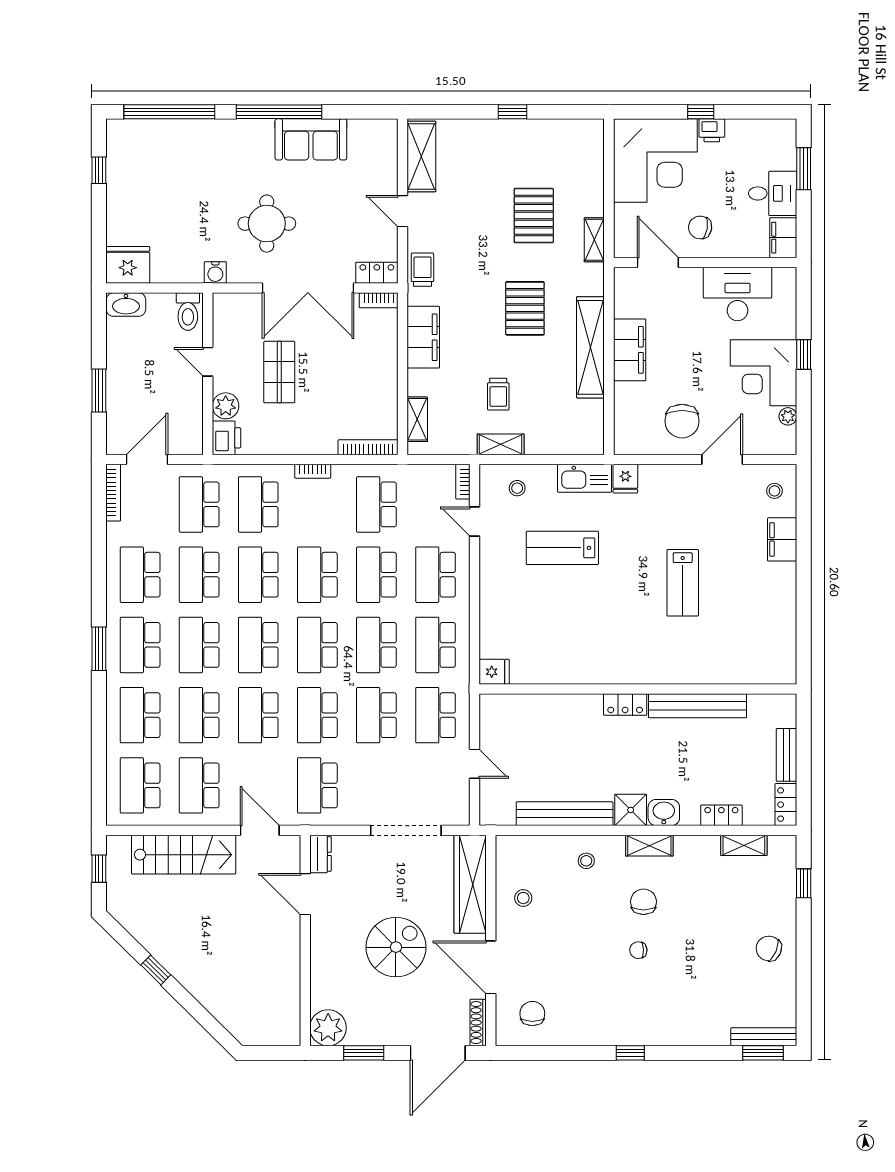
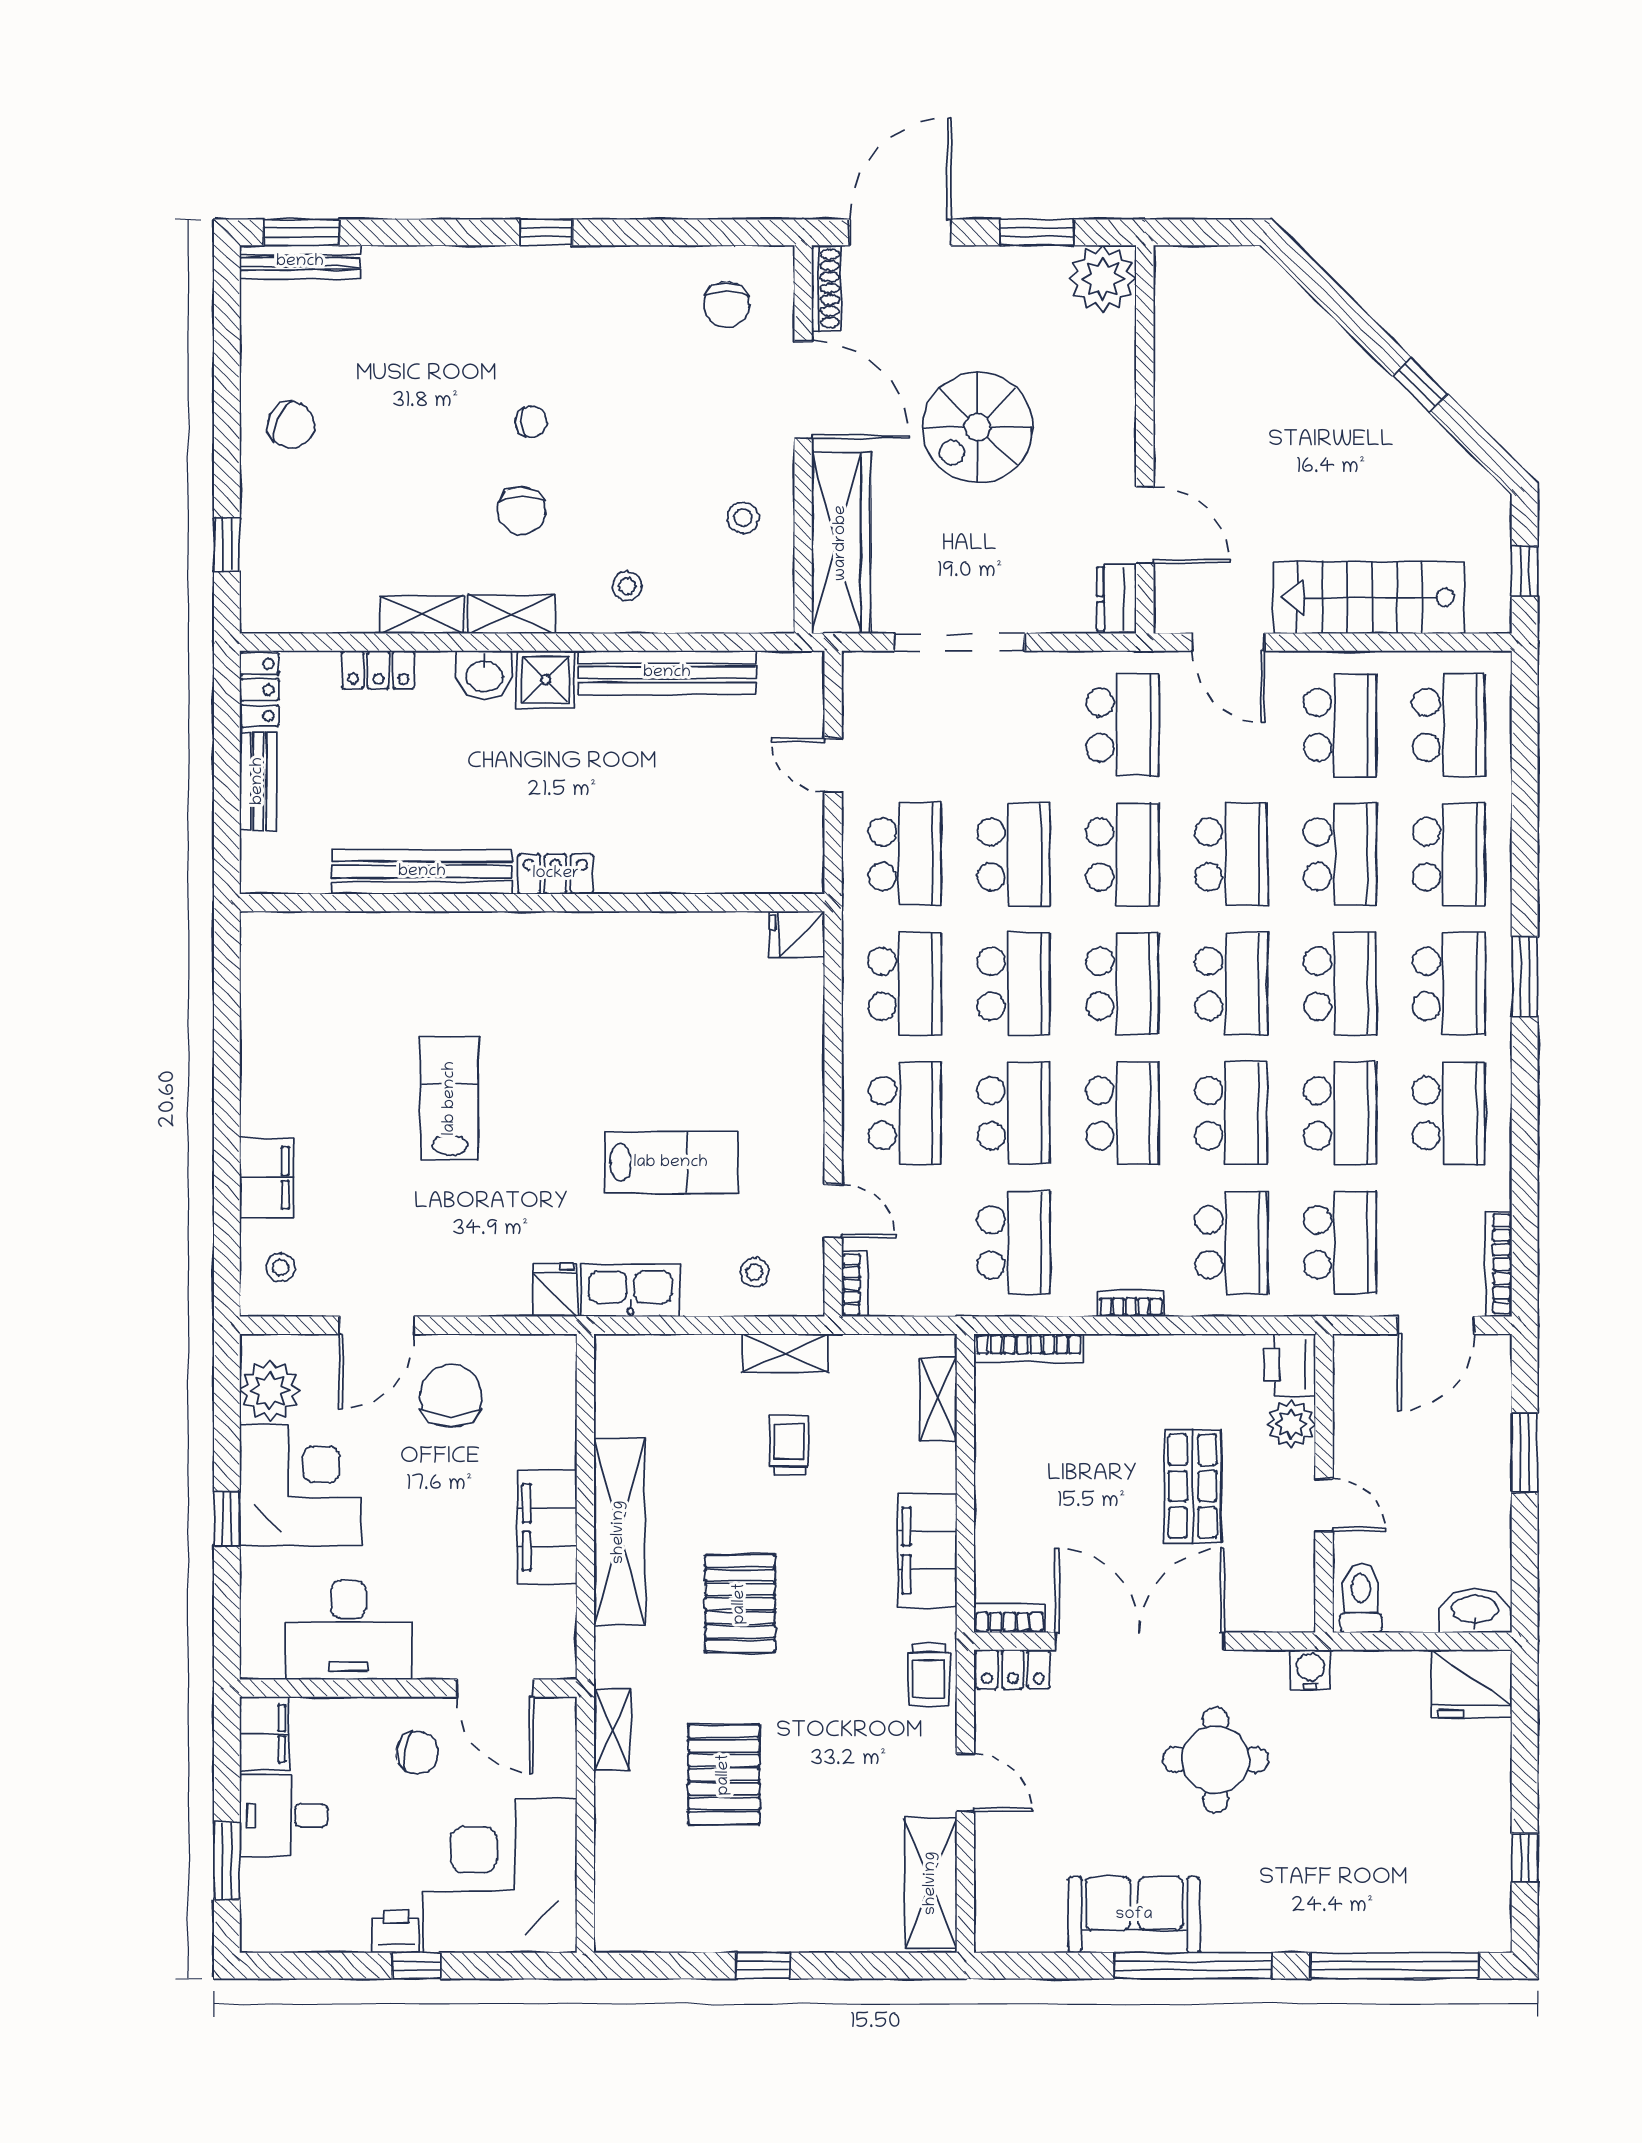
plant: (788, 416) -> (270, 1390), width x1.88, depth x1.88
shelving: (744, 845) -> (422, 615), moved

